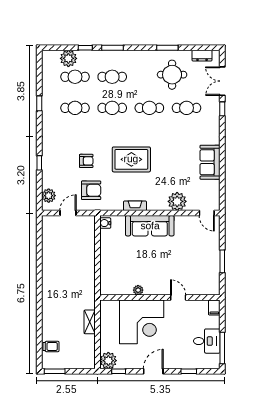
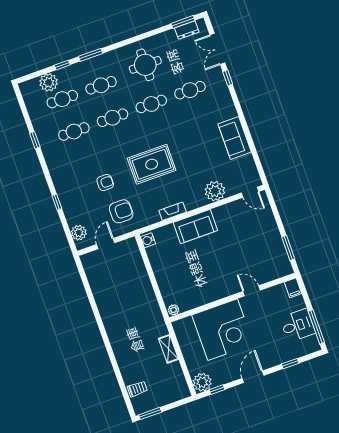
window: (167, 48) -> (183, 22), moved
round table: (172, 75) -> (145, 65), moved
sofa: (150, 226) -> (195, 226), width x0.73
window: (222, 261) -> (288, 248), moved
plant: (138, 290) -> (173, 310), moved

